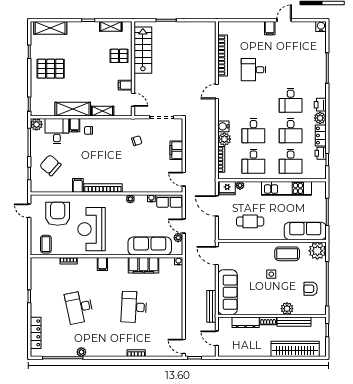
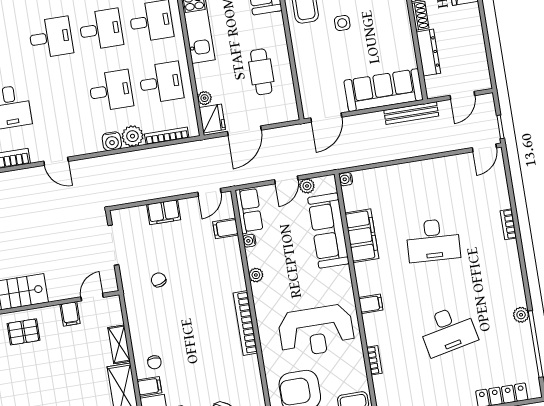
pallet: (119, 56) -> (24, 332), turned 90
filing cabinet: (78, 185) -> (226, 228), moved

